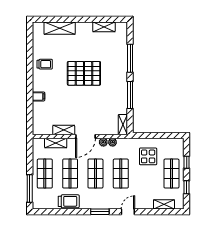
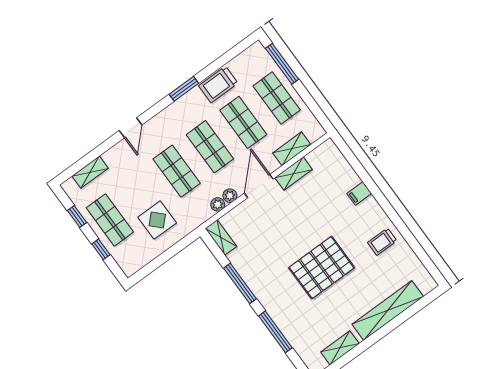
shelving: (60, 28) -> (388, 310), width x1.47
window: (100, 212) -> (184, 89), moved

